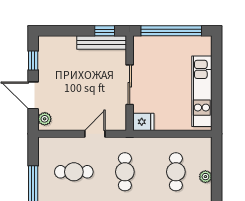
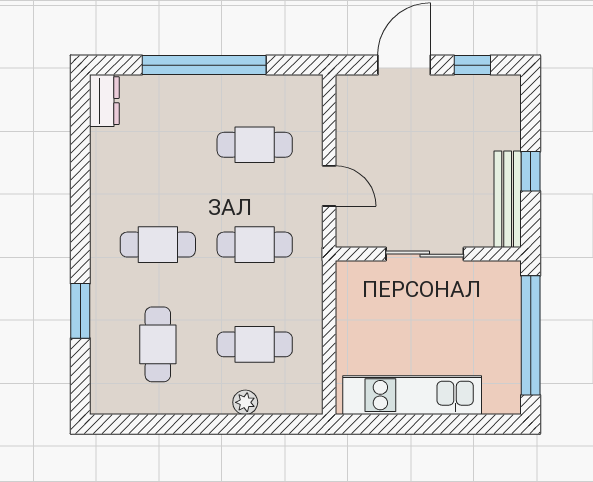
window: (105, 31) -> (531, 171), moved
plant: (45, 119) -> (358, 88), removed
fridge: (143, 122) -> (352, 281), removed
cafe table: (74, 172) -> (255, 145), turned 90

